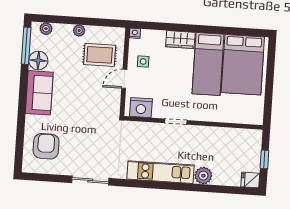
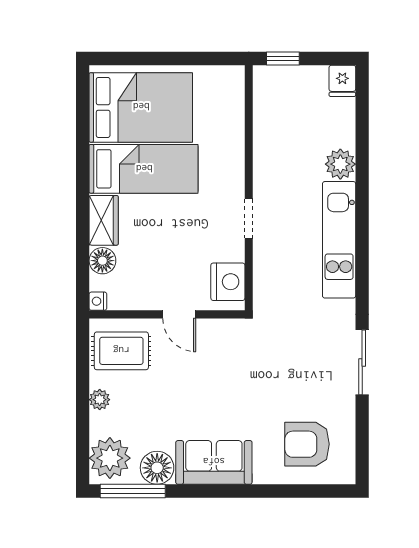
plant: (46, 29) -> (110, 458), width x1.88, depth x1.88
floor lamp: (158, 37) -> (102, 261), added
rug: (100, 55) -> (121, 351), moved, turned 90
side table: (143, 61) -> (147, 283), removed
window: (264, 159) -> (283, 59), moved

